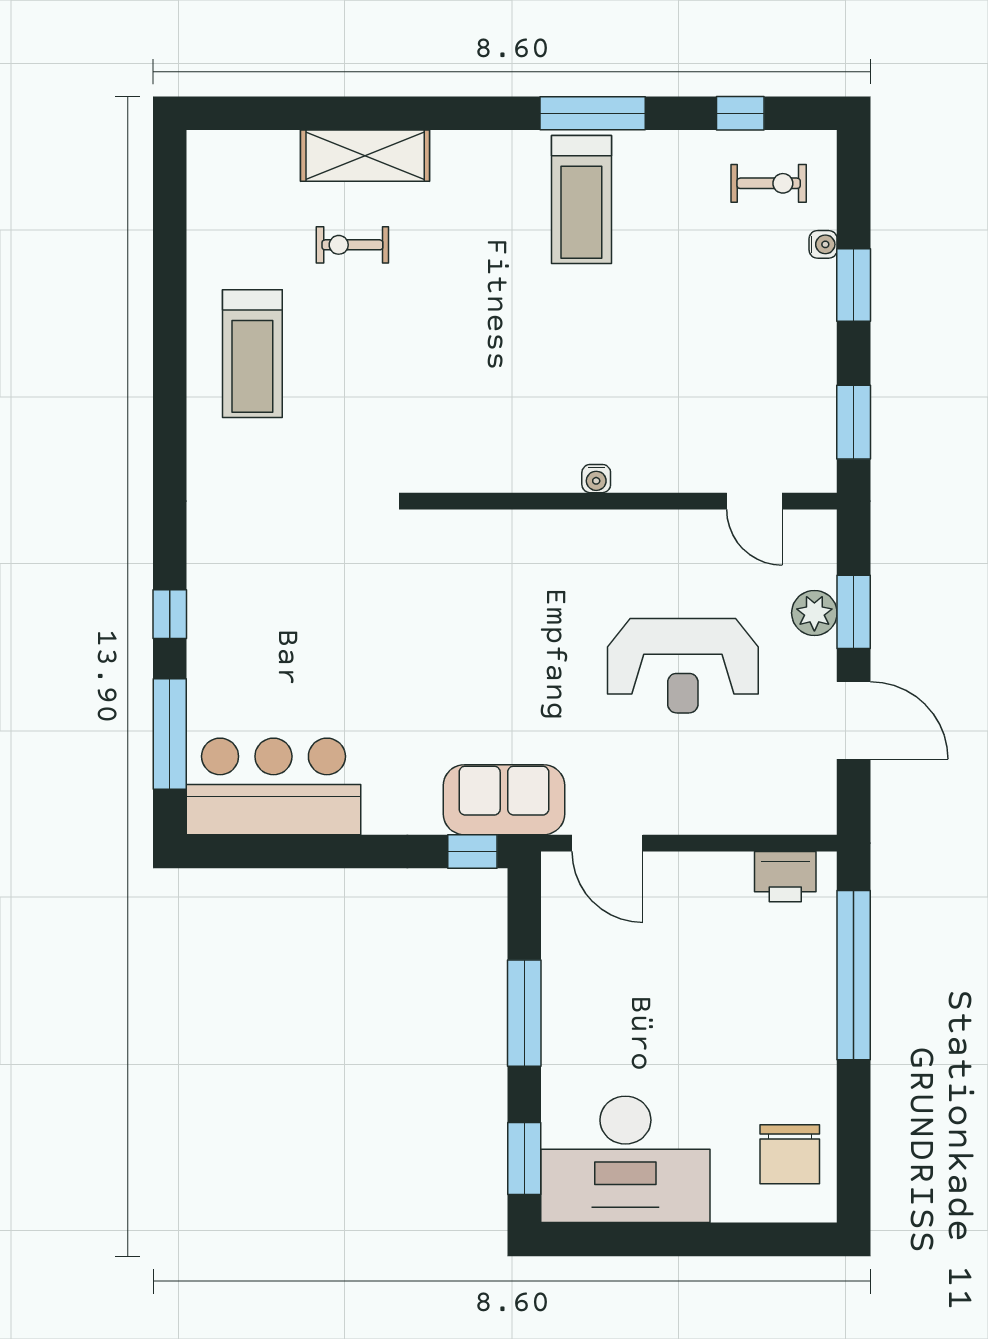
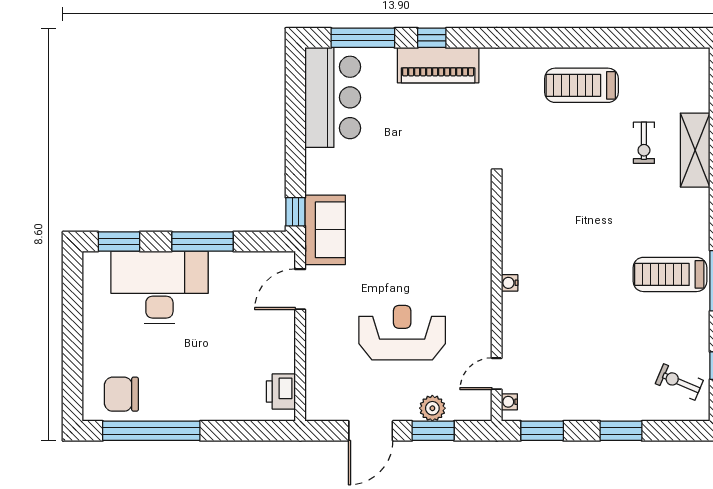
exercise bike: (769, 183) -> (679, 382), turned 113
water cooler: (823, 244) -> (509, 402), moved, turned 90
exercise bike: (352, 245) -> (644, 143), turned 180
piano: (217, 603) -> (438, 65), added
reception desk: (683, 666) -> (402, 333), turned 90
window: (854, 975) -> (151, 431), moved
desk: (625, 1159) -> (159, 287), moved, turned 90

